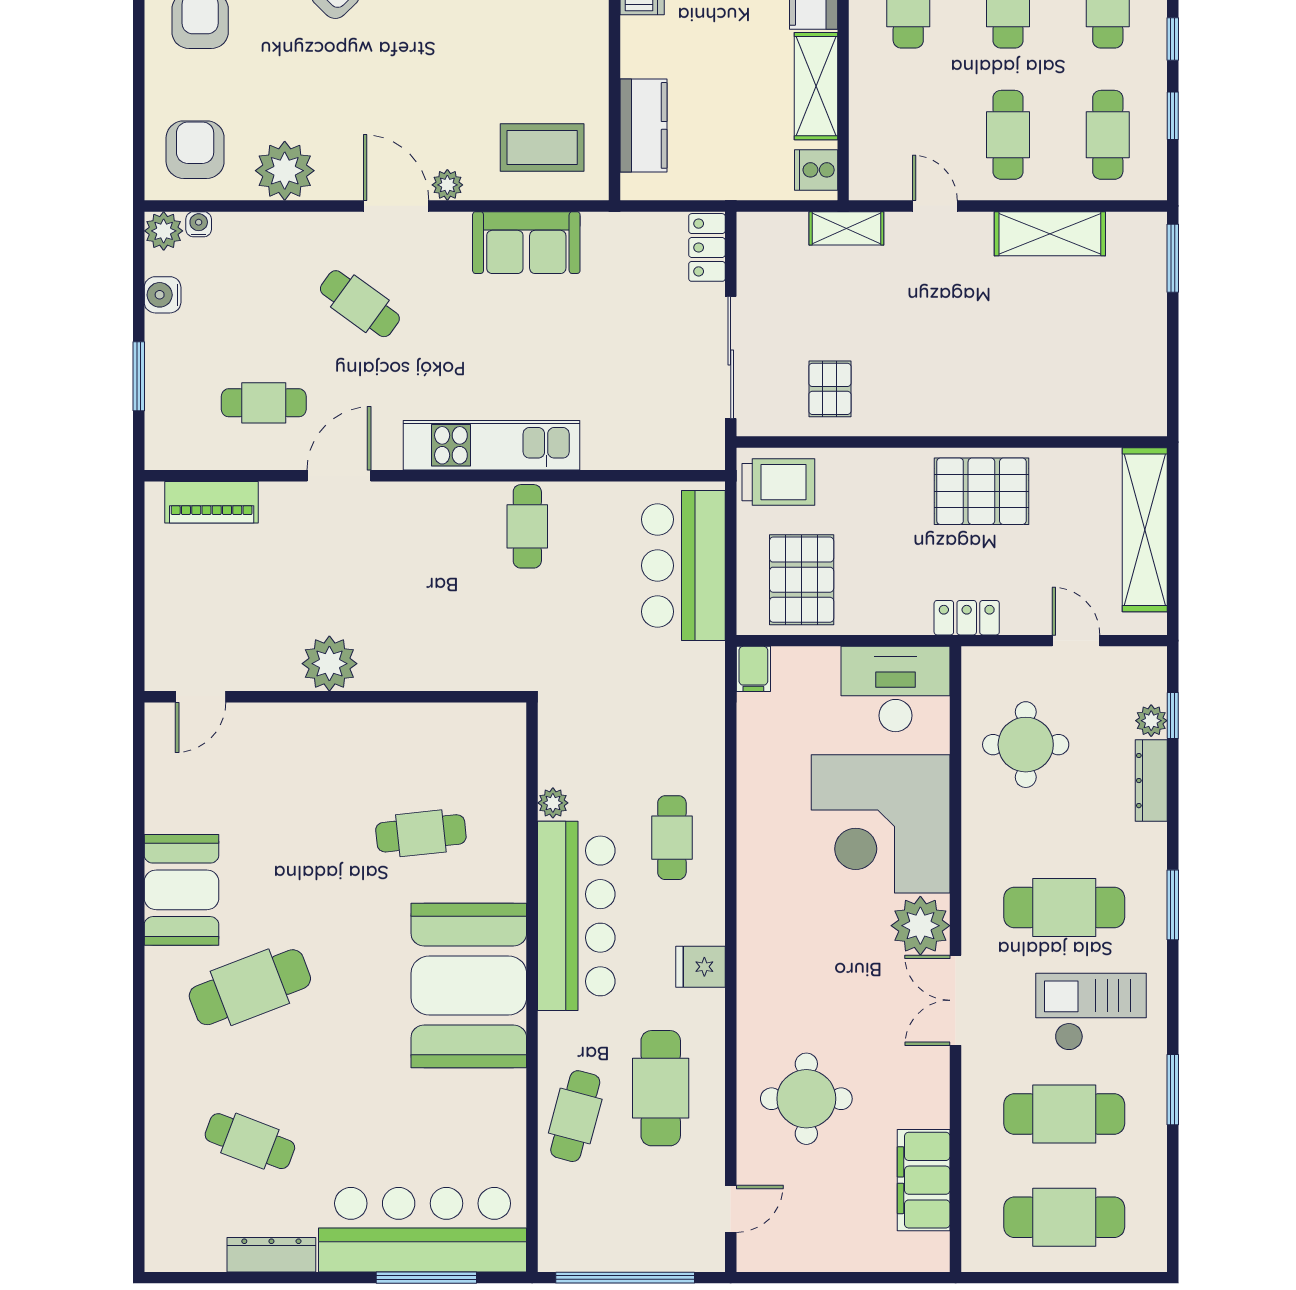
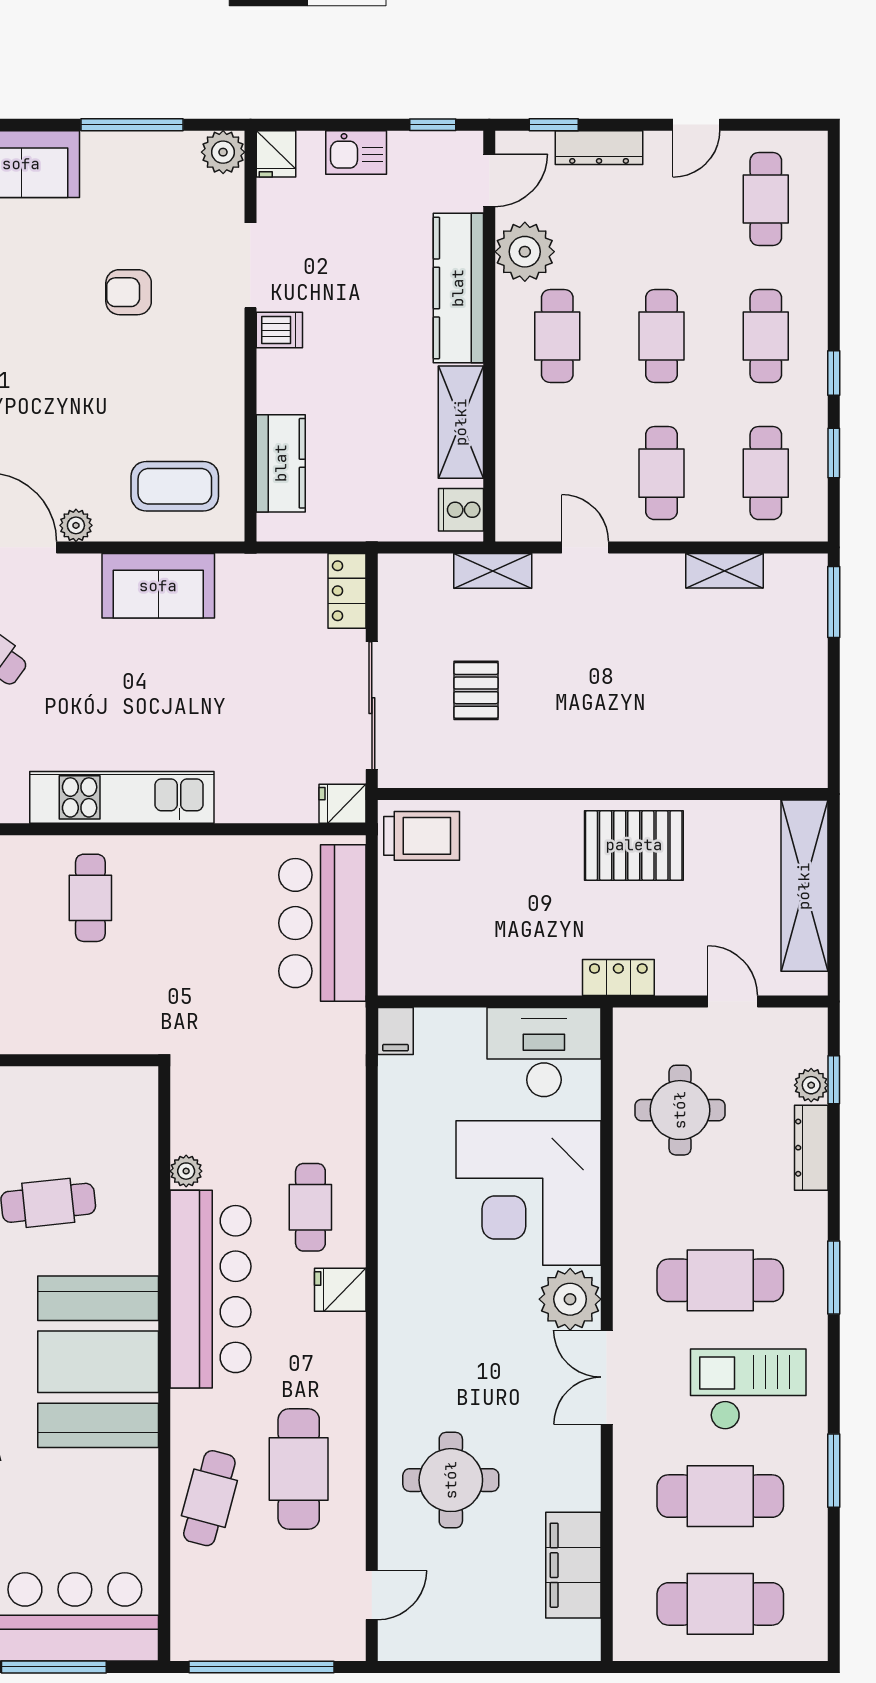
shelving: (1050, 234) -> (725, 571), width x0.67, depth x0.75
pallet: (830, 389) -> (476, 690), moved
fridge: (703, 451) -> (343, 804), added
cafe table: (527, 526) -> (90, 898), moved
pallet: (802, 580) -> (446, 938), removed
fridge: (700, 967) -> (340, 1290), moved

